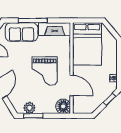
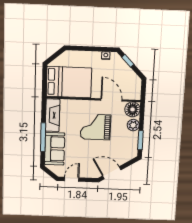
grand piano: (45, 71) -> (95, 127), turned 180
door: (72, 85) -> (111, 100), hinge flipped
plant: (29, 108) -> (133, 125), moved

